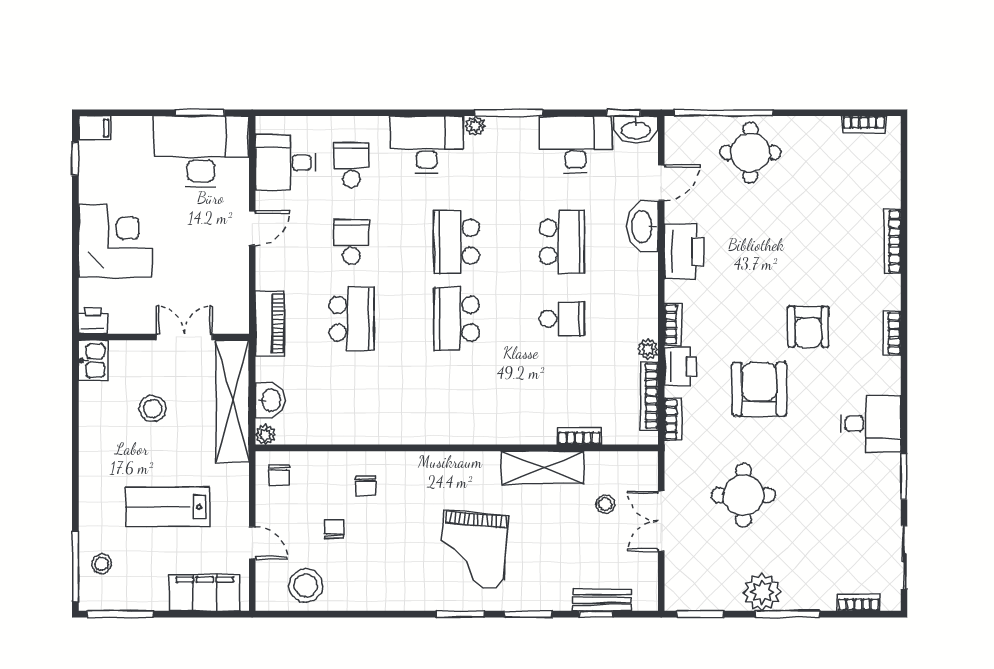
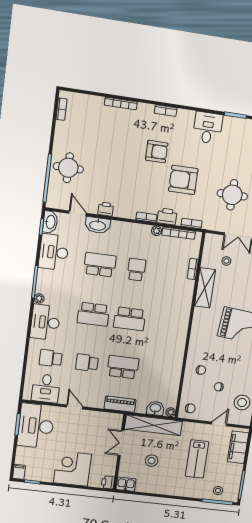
printer: (684, 252) -> (106, 209), width x0.53, depth x0.68

